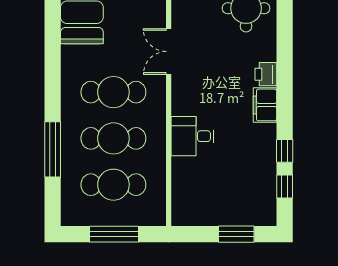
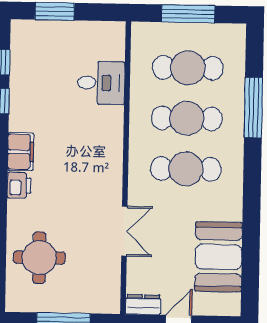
double door: (169, 52) -> (124, 231), moved
desk: (192, 136) -> (101, 83), moved

